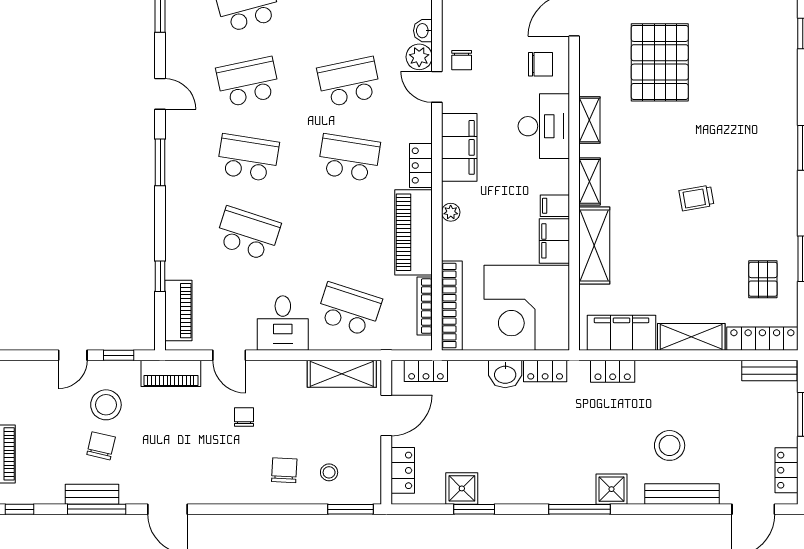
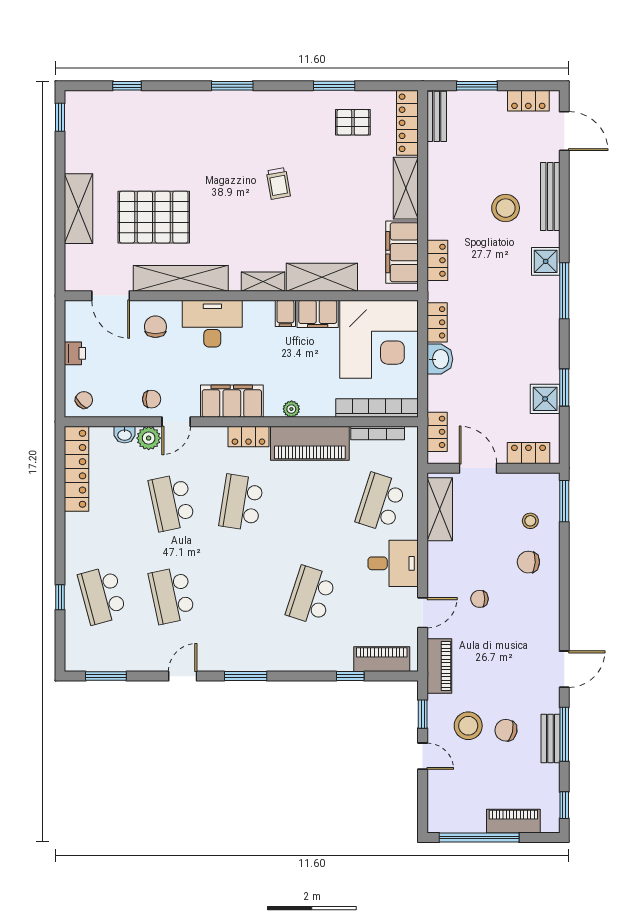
shelving: (589, 120) -> (181, 278), width x2.20, depth x1.33
school desk: (248, 158) -> (241, 595), removed

